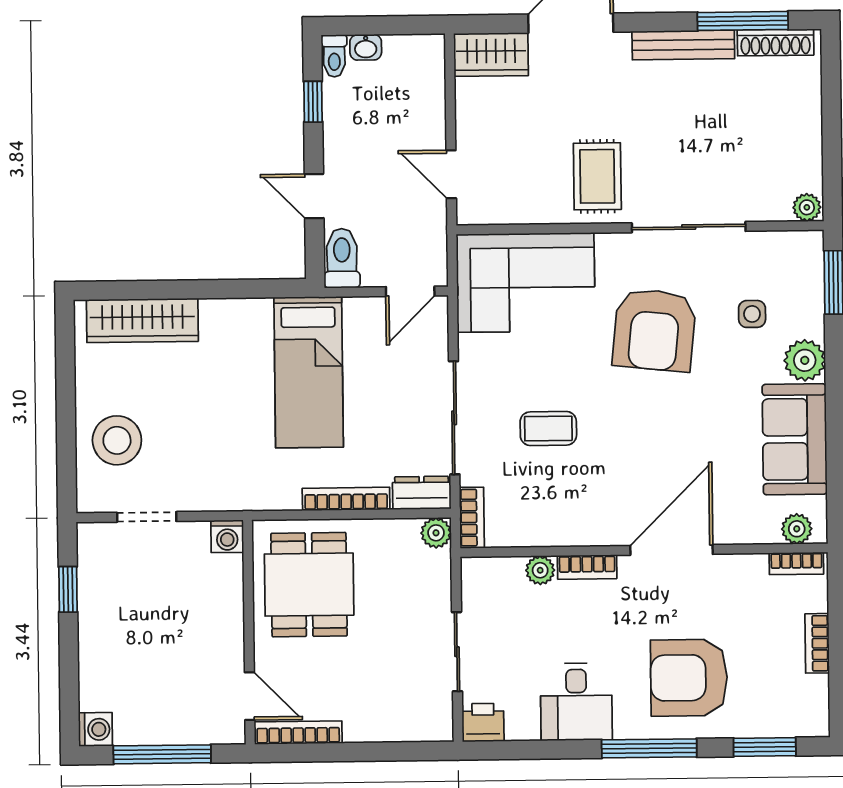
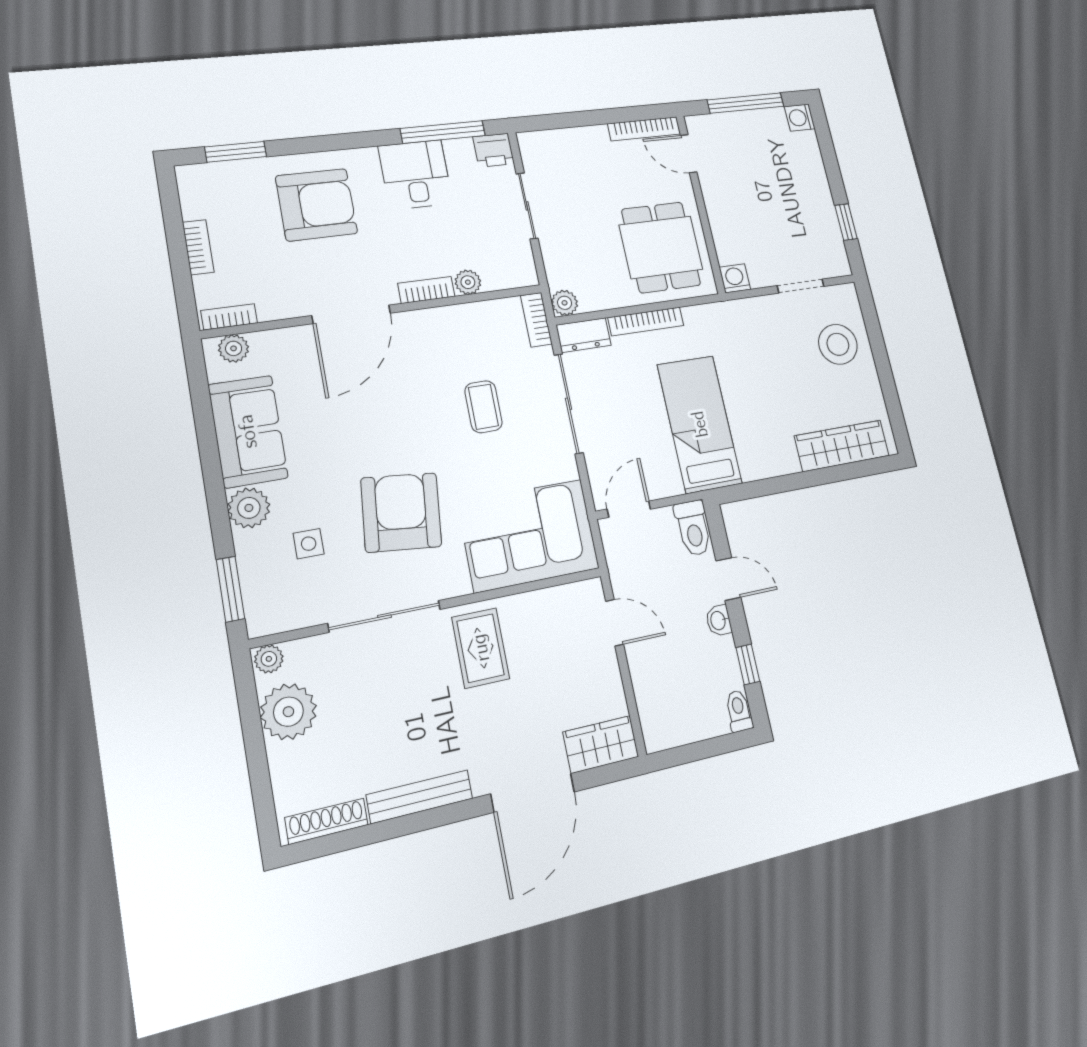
window: (743, 21) -> (364, 836), removed
washbasin: (366, 47) -> (719, 620), moved, turned -90
plant: (796, 153) -> (288, 712), added
coffee table: (548, 429) -> (483, 407), turned 90
window: (649, 748) -> (443, 132), moved

